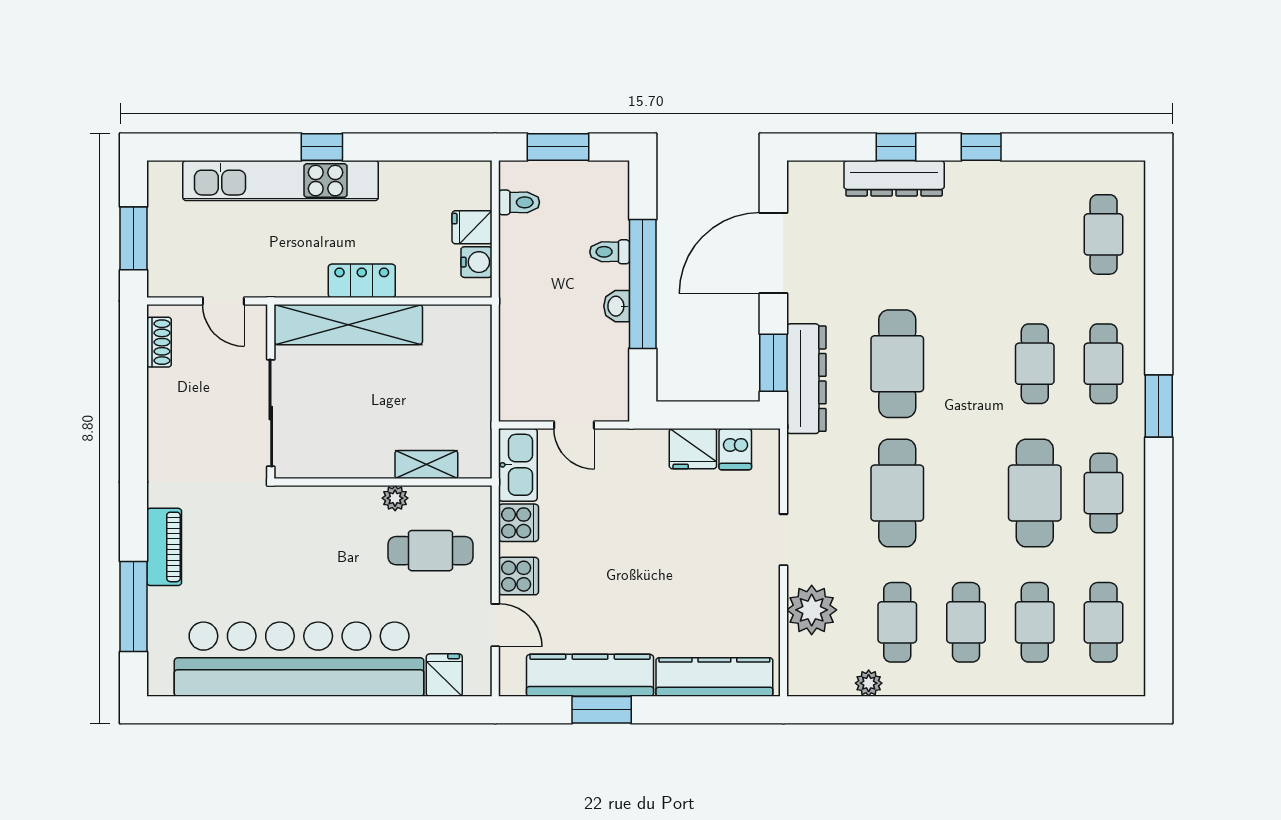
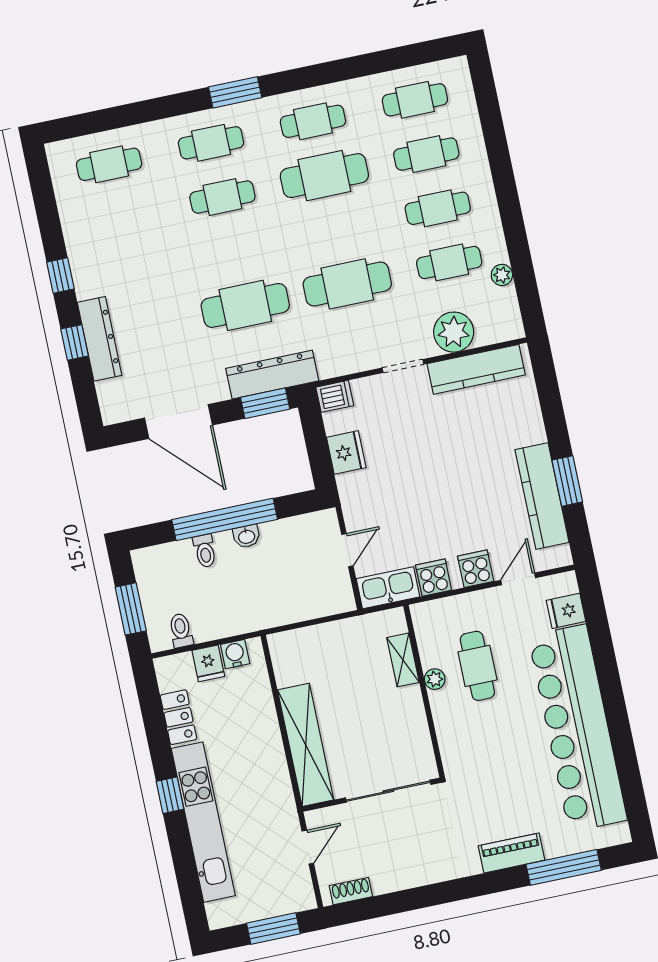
locker: (362, 281) -> (178, 717), moved, turned 180
dishwasher: (735, 449) -> (335, 396), moved
cafe table: (431, 551) -> (477, 666), moved
kitchen counter: (714, 677) -> (476, 369), moved, turned -90

